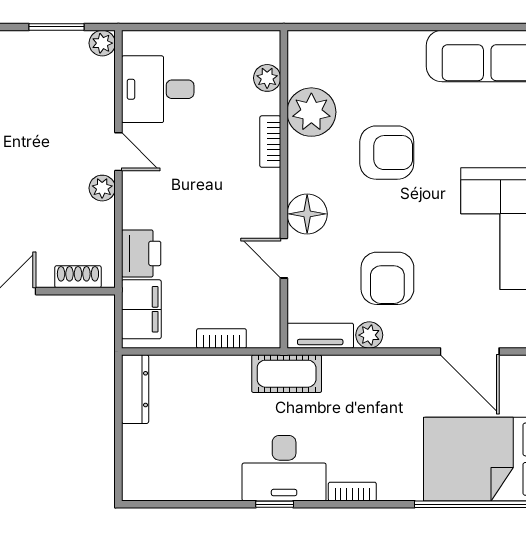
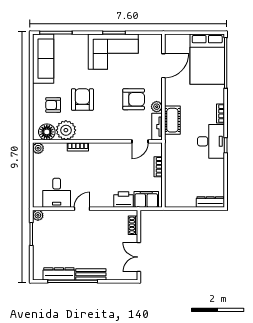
plant: (267, 78) -> (38, 148), moved
armchair: (373, 81) -> (53, 105), added
plant: (102, 188) -> (97, 215), removed
floor lamp: (307, 214) -> (47, 132), moved
door: (284, 258) -> (140, 141), moved
cot: (287, 374) -> (172, 120), moved
dresser: (135, 389) -> (210, 202), moved

